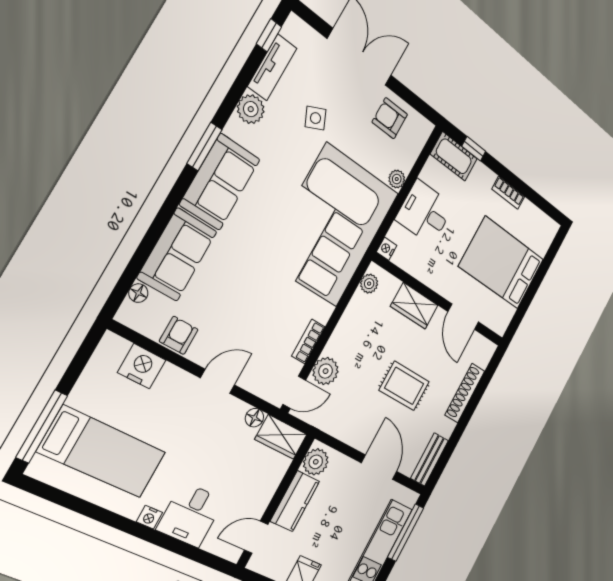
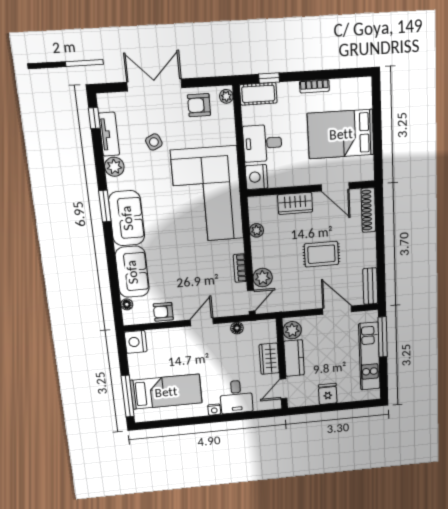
plant: (397, 179) -> (226, 96), moved
nightstand: (387, 249) -> (257, 177), width x1.89, depth x1.79
plant: (369, 284) -> (257, 230), moved
armchair: (179, 335) -> (163, 312), turned -90
nightstand: (142, 366) -> (136, 342), moved, turned -90
shoe rack: (465, 393) -> (368, 210), moved
wardrobe: (281, 437) -> (269, 359), moved, turned 90

